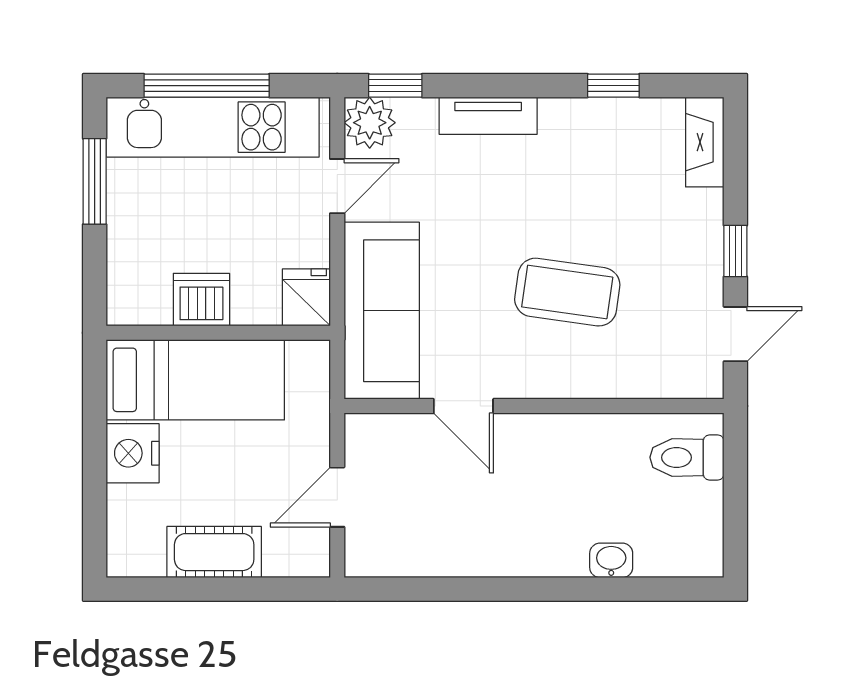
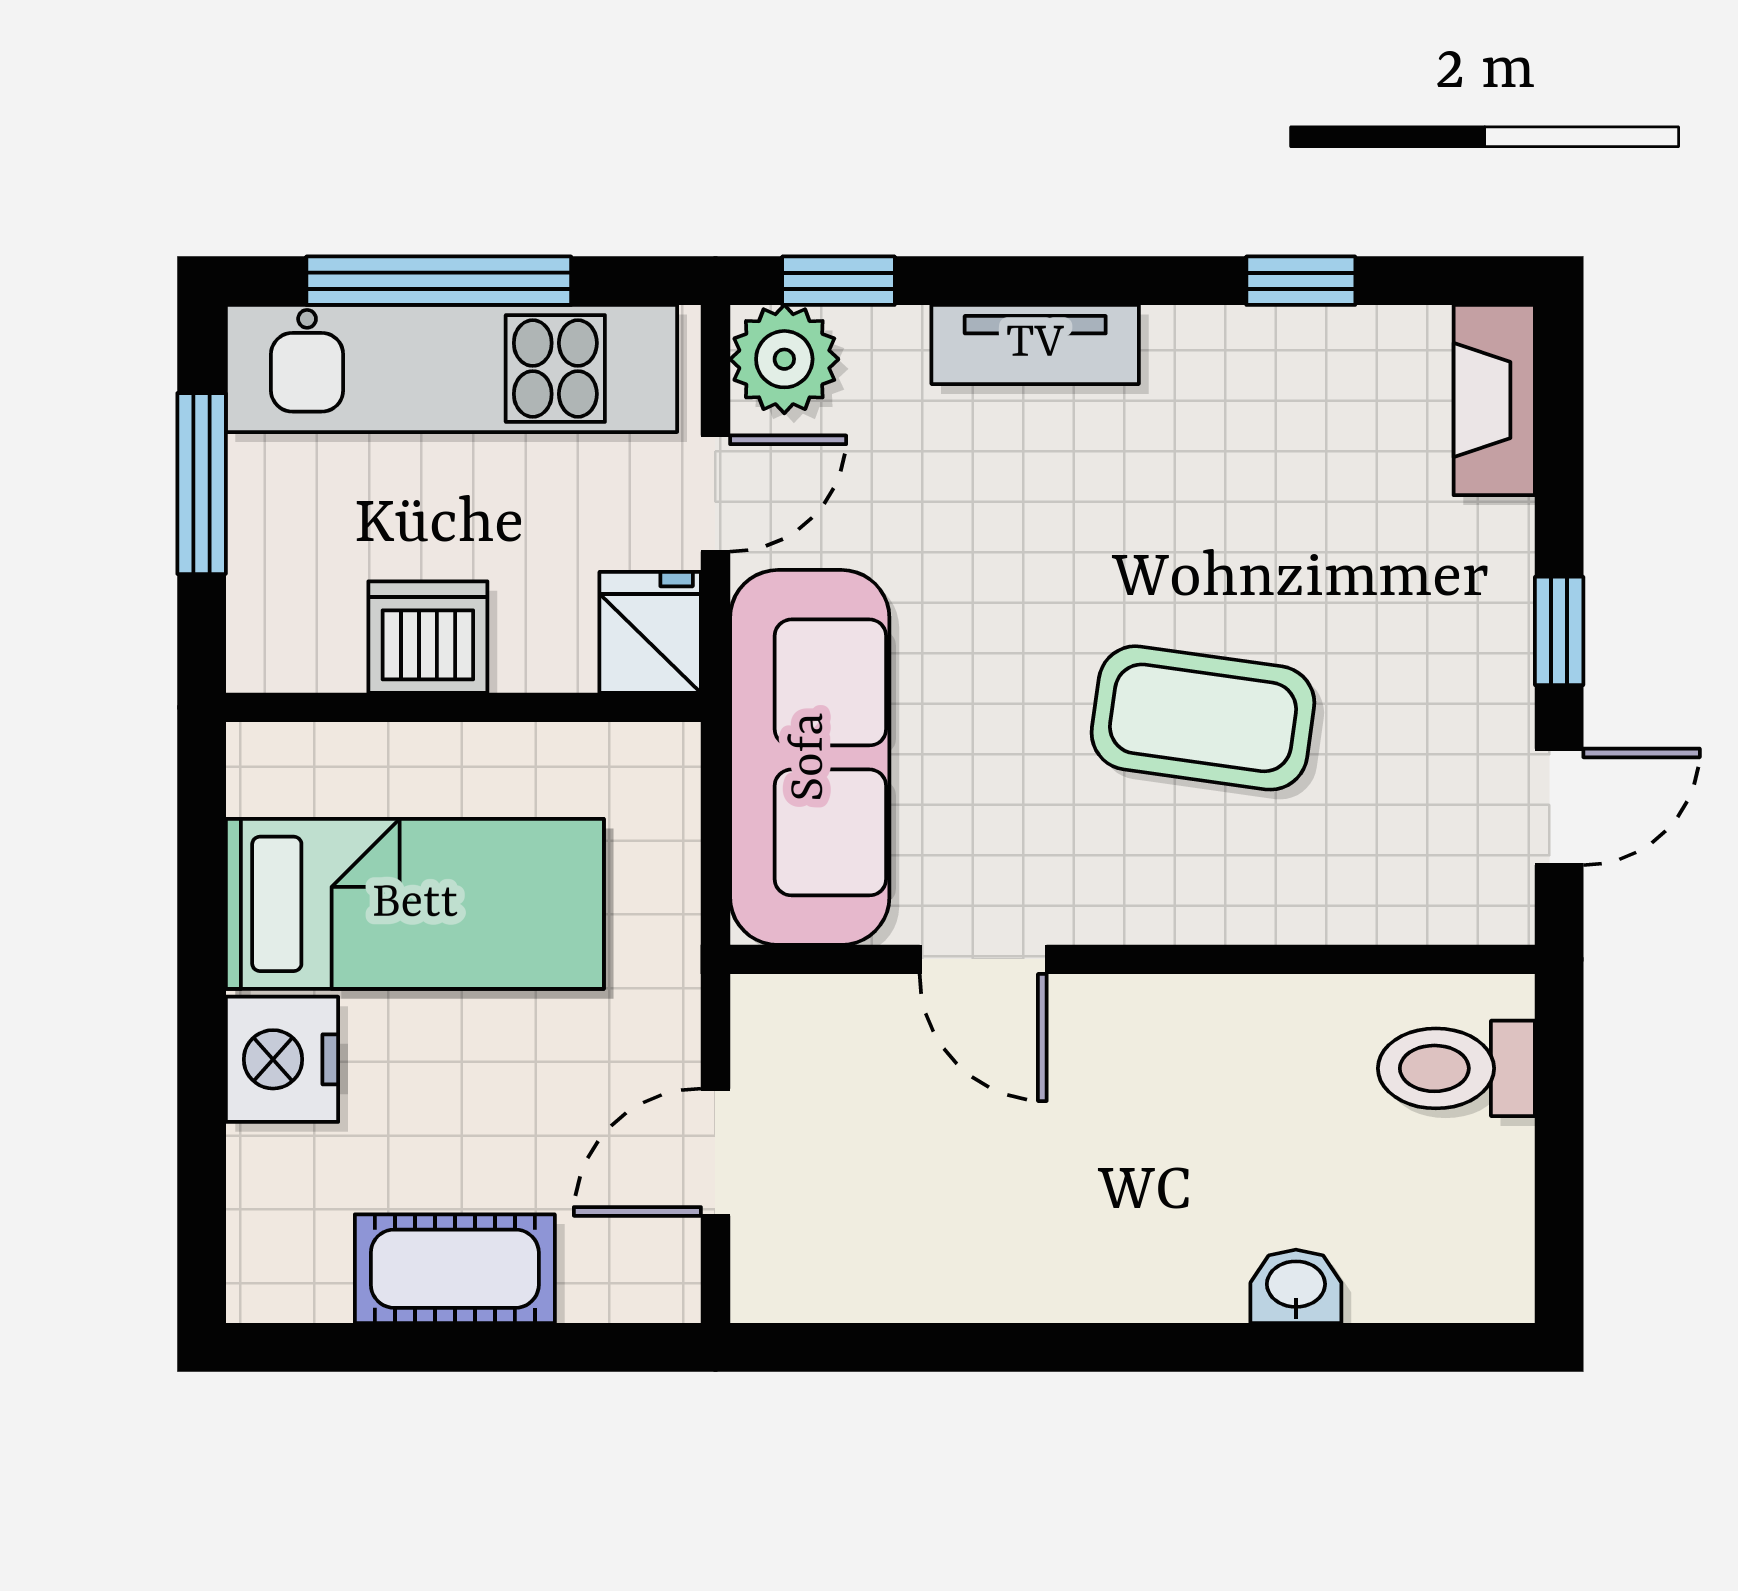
fridge: (306, 297) -> (650, 632), moved
dishwasher: (201, 300) -> (428, 637), moved
wall: (218, 333) -> (463, 707), moved

